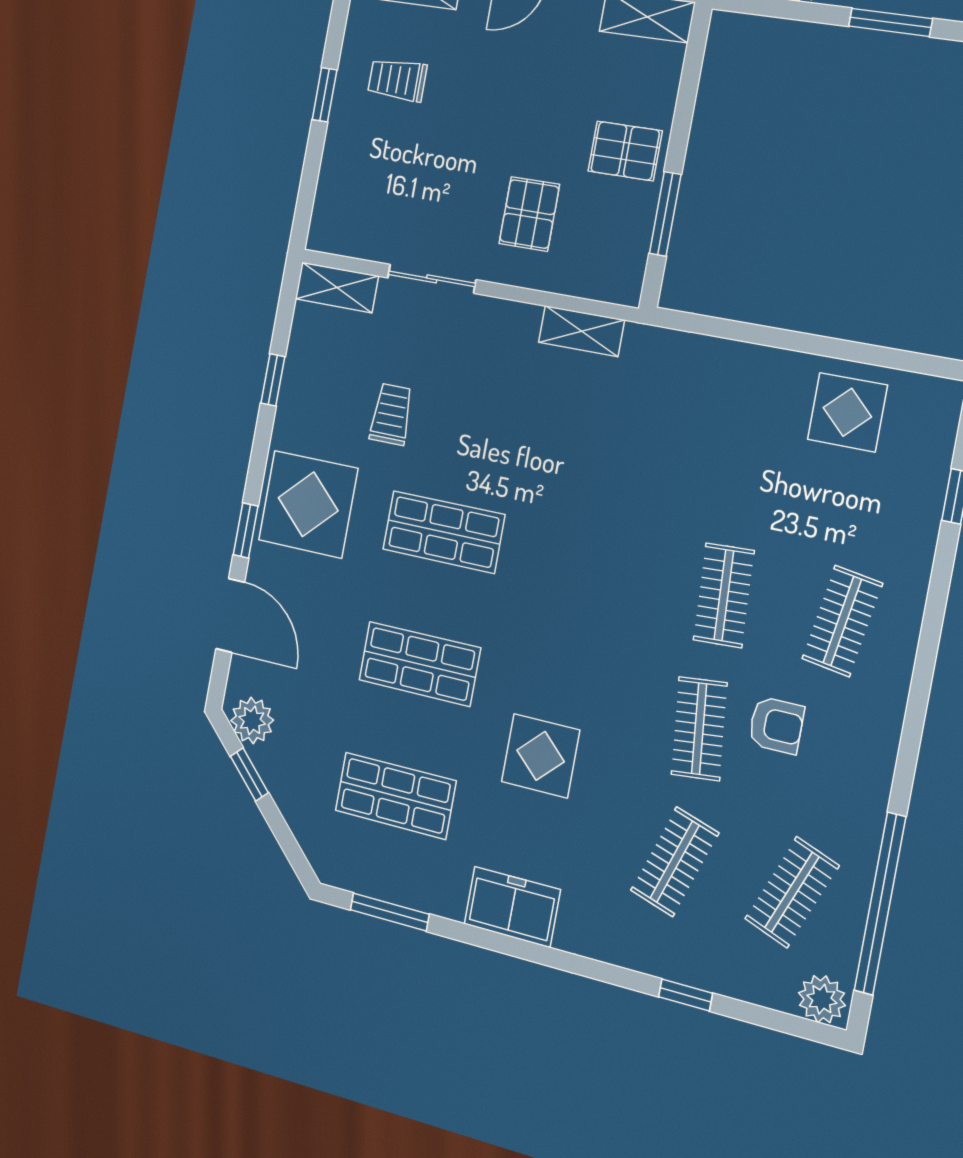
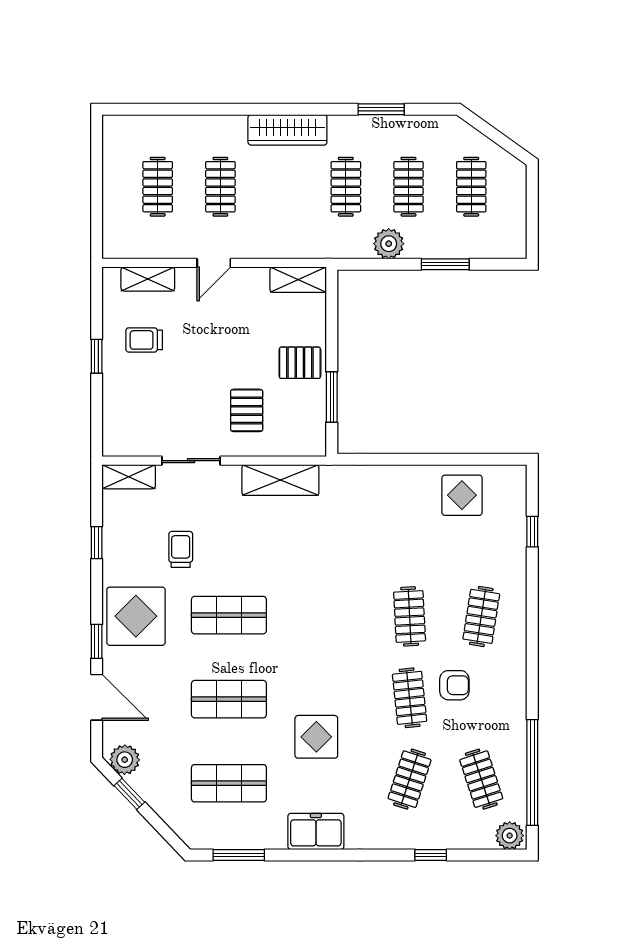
shelving: (581, 331) -> (280, 480), width x1.50, depth x1.33
clothes rail: (792, 892) -> (481, 779), turned -39

